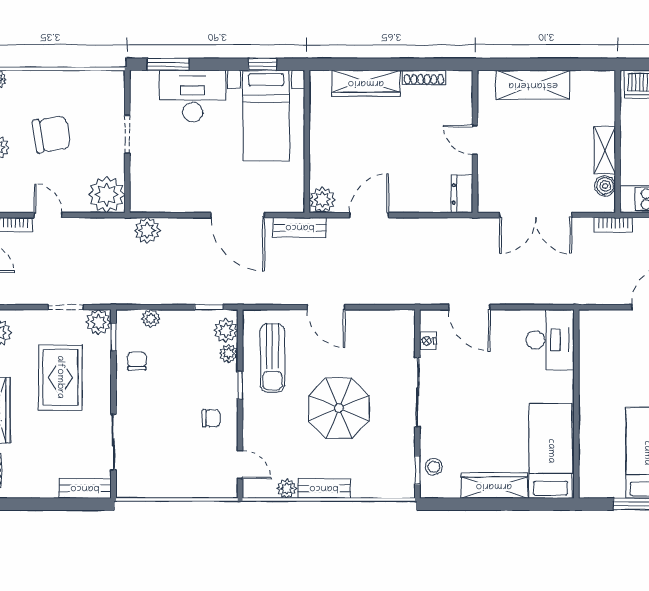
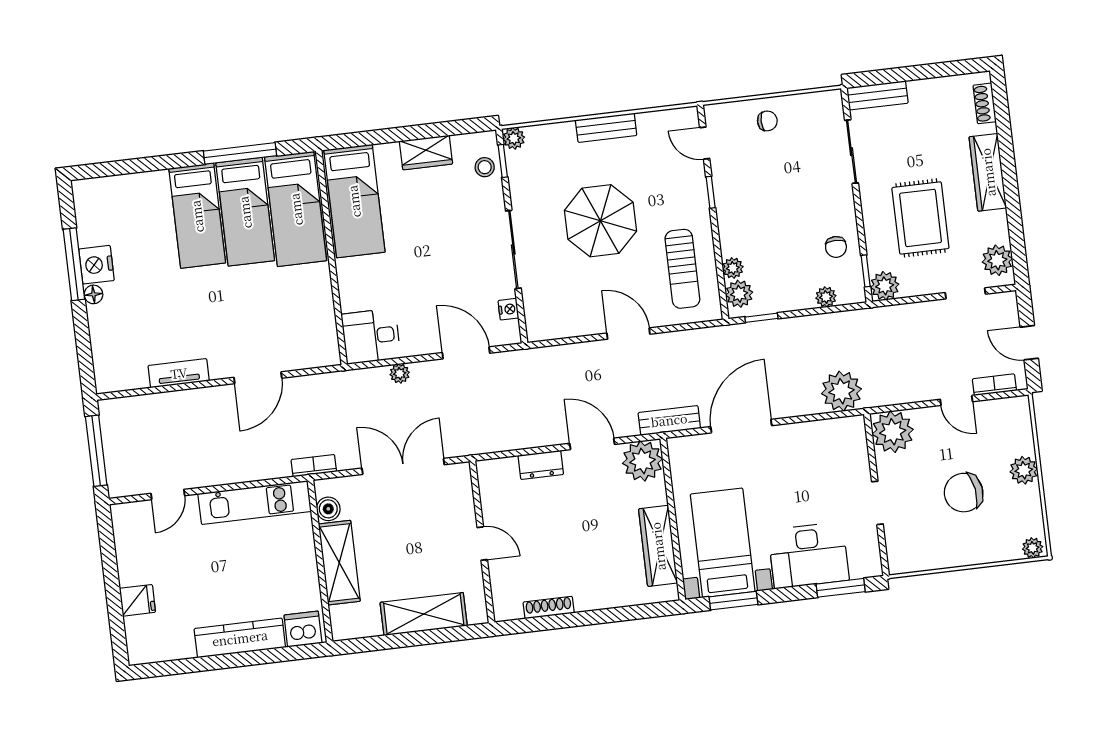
window: (263, 64) -> (733, 601), width x1.50
wardrobe: (366, 83) -> (658, 546), moved, turned -90
shelving: (605, 150) -> (339, 563), width x1.50, depth x1.33
dresser: (462, 194) -> (541, 465), moved, turned 90
plant: (322, 200) -> (642, 461), width x1.36, depth x1.36
door: (238, 215) -> (741, 426), hinge flipped
door: (369, 215) -> (592, 444), swing flipped
plant: (147, 230) -> (841, 391), width x1.36, depth x1.36
plant: (529, 296) -> (400, 374), added
doorway: (66, 307) -> (965, 293), moved
desk: (550, 340) -> (371, 336), width x0.73
sun lounger: (273, 358) -> (682, 269), turned 180
window: (240, 385) -> (711, 192), moved
chair: (211, 418) -> (767, 121), moved, turned 180
bed: (602, 450) -> (296, 209), added
wardrobe: (494, 486) -> (426, 152), width x0.67
plant: (287, 489) -> (514, 138), moved

